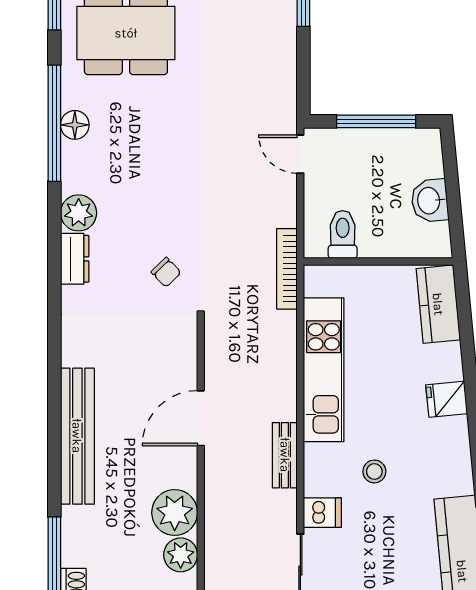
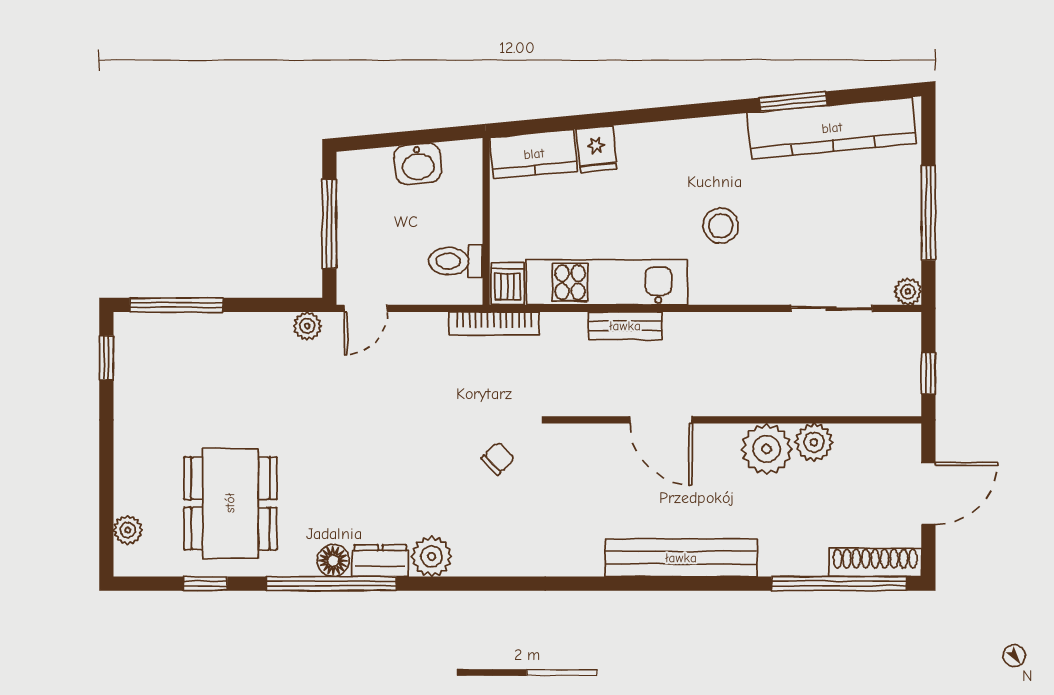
plant: (285, 102) -> (307, 326), added
dresser: (75, 259) -> (380, 561), moved
fridge: (447, 399) -> (596, 149), moved
bench: (285, 455) -> (625, 326), moved
stool: (374, 471) -> (721, 226), width x1.37, depth x1.37
dishwasher: (322, 513) -> (507, 284), moved

